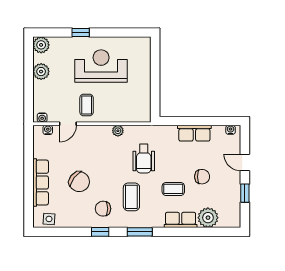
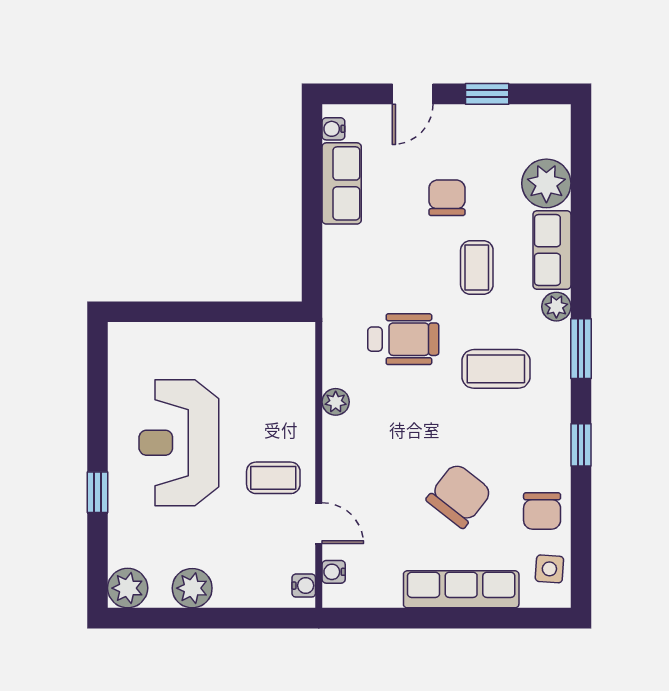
row of seats: (194, 133) -> (342, 183), moved
chair: (103, 209) -> (542, 511), moved
plant: (157, 222) -> (556, 307), added

